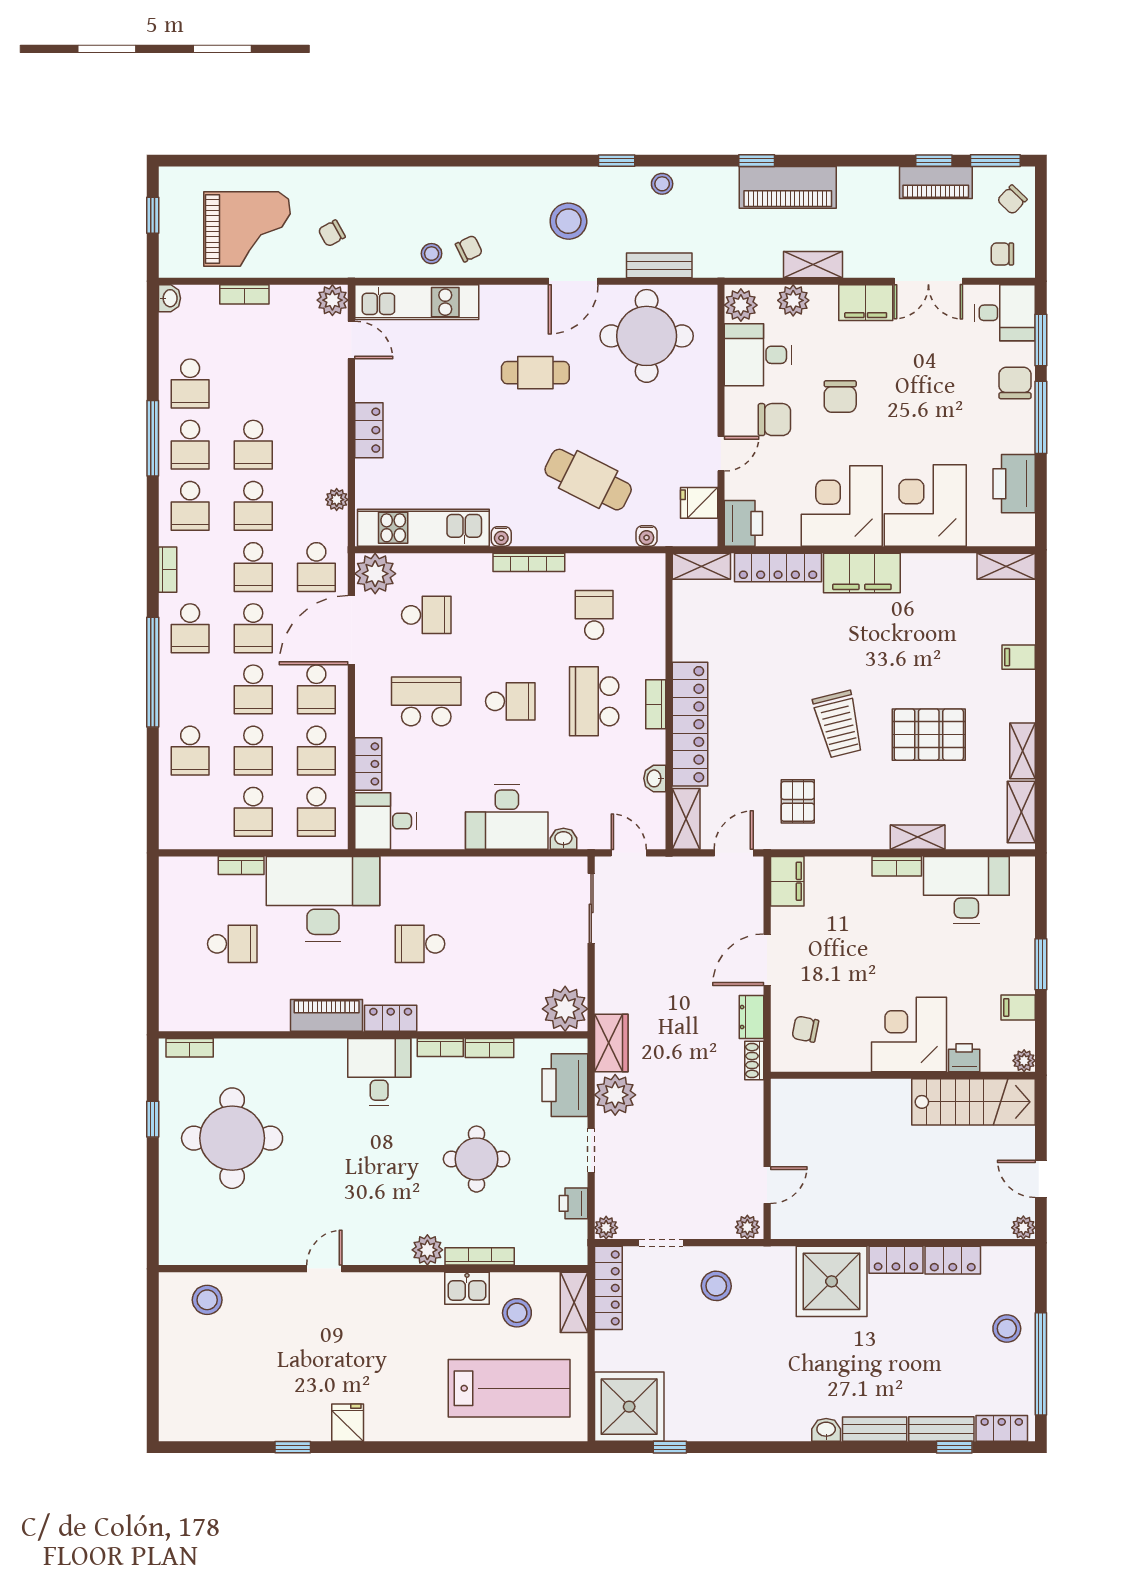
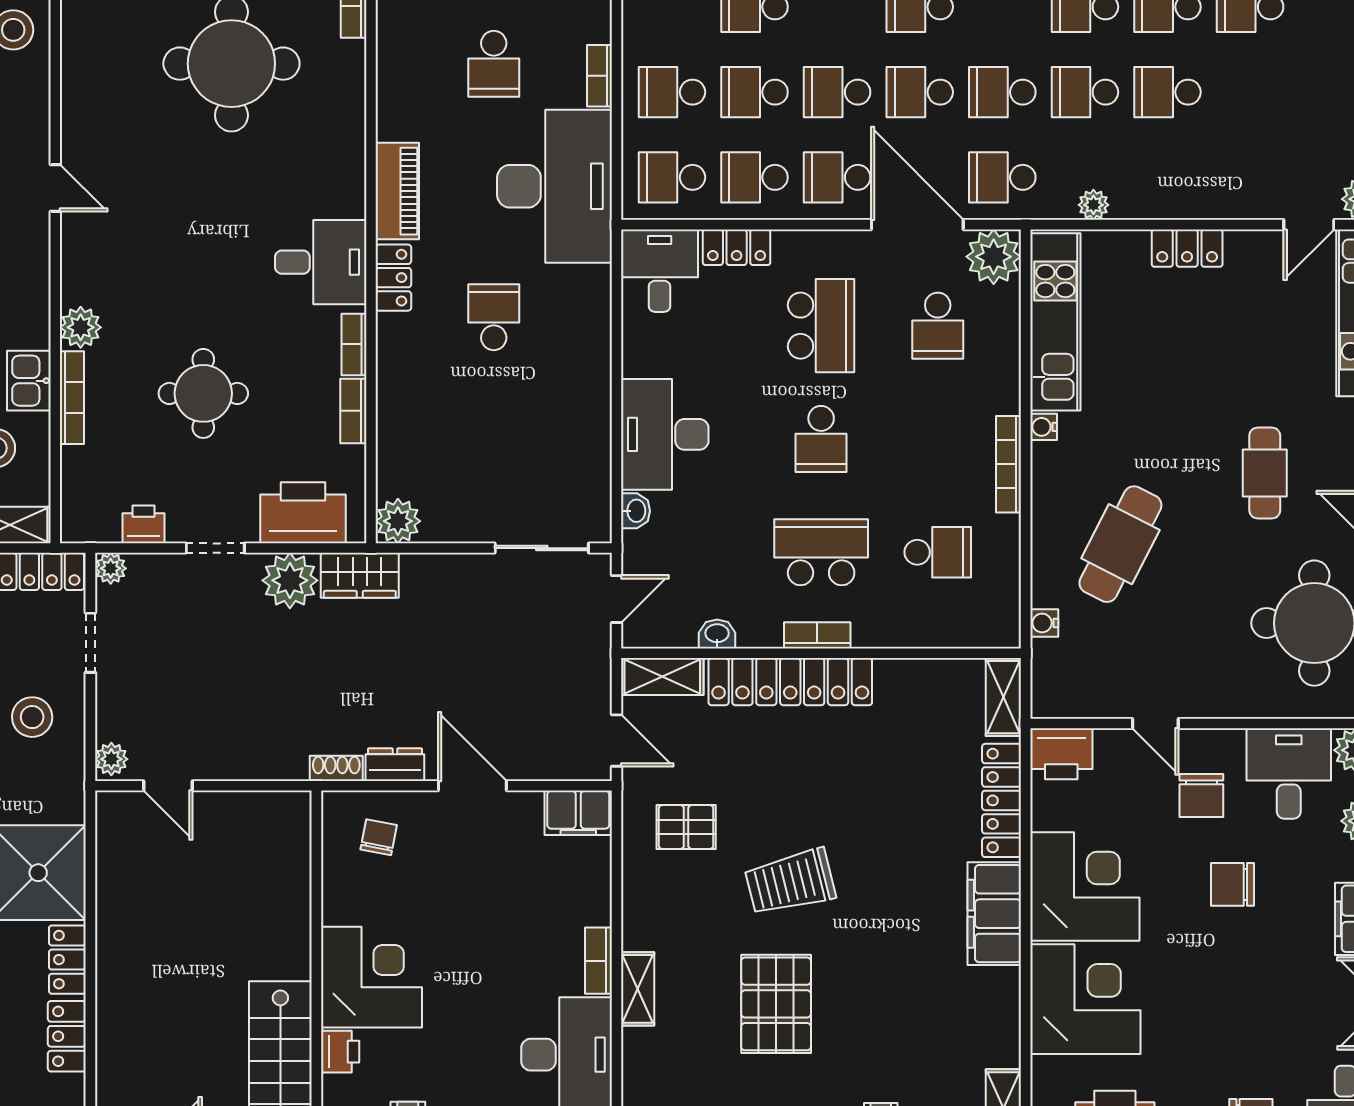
fridge: (699, 503) -> (1089, 694), removed
plant: (565, 1009) -> (398, 521), width x0.73, depth x0.73

